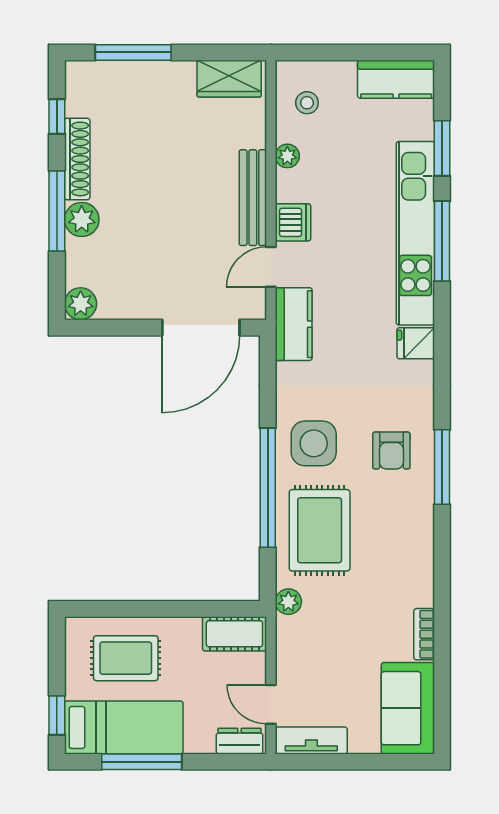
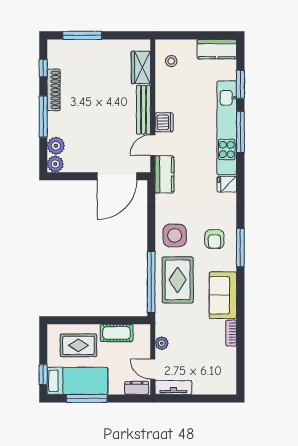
wardrobe: (229, 79) -> (141, 67), moved, turned 90
plant: (287, 156) -> (161, 88), removed
plant: (82, 219) -> (56, 146), moved
window: (268, 488) -> (151, 282), moved
plant: (288, 602) -> (162, 343), moved
cot: (234, 634) -> (117, 333), moved
sofa: (408, 708) -> (223, 295), moved

